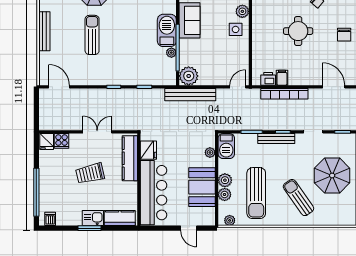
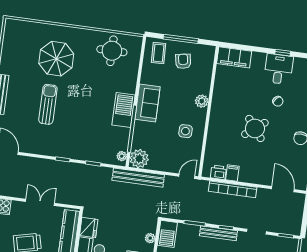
side table: (236, 29) -> (185, 131), moved
round table: (298, 31) -> (255, 128), turned -38
plant: (171, 53) -> (122, 156), moved

